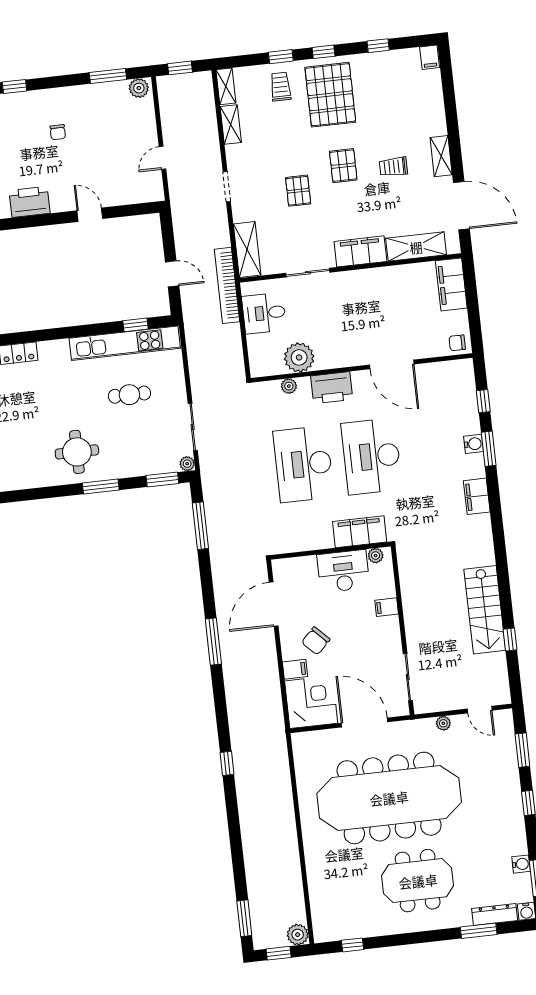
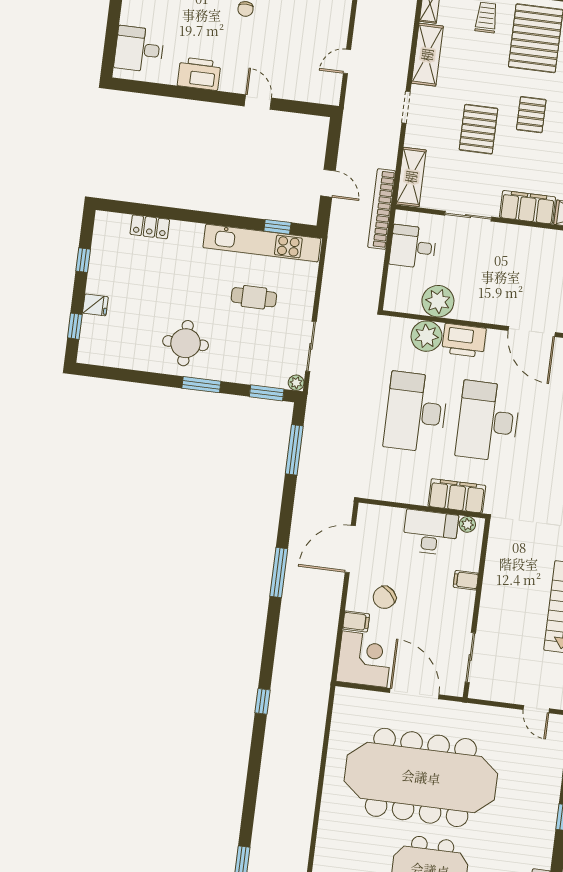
shelving: (231, 124) -> (427, 55), width x1.50, depth x1.33
pallet: (298, 191) -> (478, 129), width x1.50, depth x1.42
plant: (289, 386) -> (426, 336), width x1.88, depth x1.88
plant: (443, 723) -> (495, 714), removed

